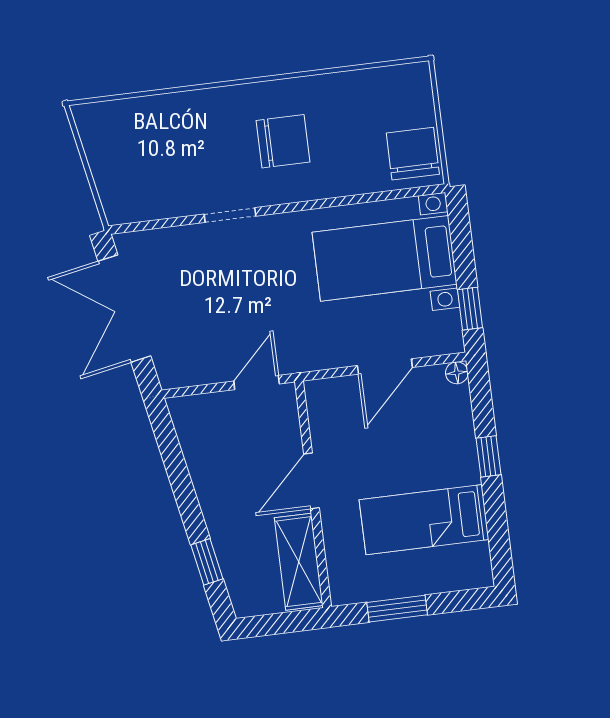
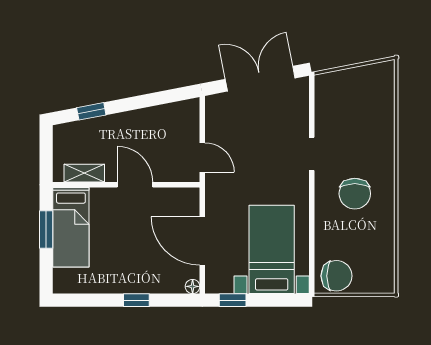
door: (385, 367) -> (202, 241), width x1.36
bed: (424, 520) -> (71, 227), moved, turned 180
shelving: (299, 562) -> (84, 173), width x0.67, depth x0.75

